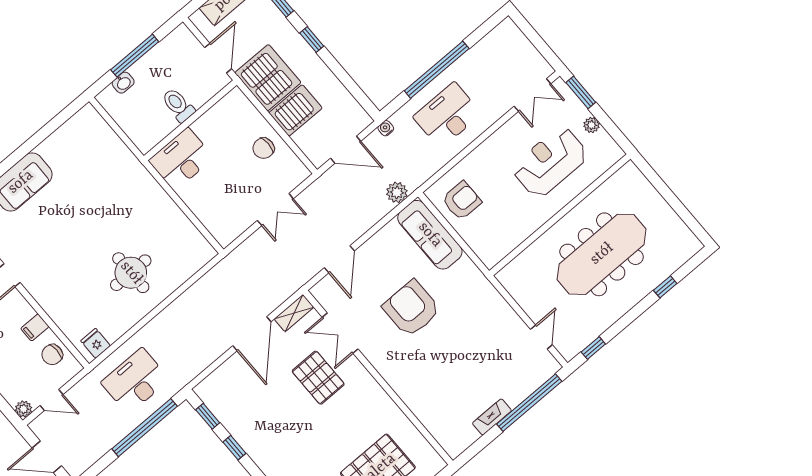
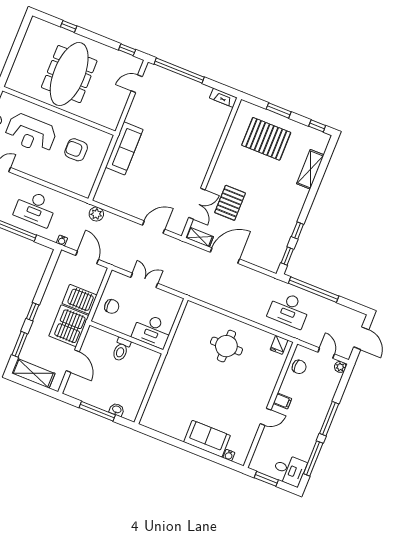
door: (218, 58) -> (73, 361), swing flipped
toilet: (178, 105) -> (121, 349), moved
wall: (190, 120) -> (126, 337), moved
desk: (181, 159) -> (152, 331), moved
armchair: (462, 201) -> (76, 150), moved
sofa: (430, 235) -> (124, 148), moved
meeting table: (602, 254) -> (69, 74), turned 90
armchair: (411, 309) -> (160, 169), removed
filing cabinet: (35, 327) -> (282, 401), moved
fireplace: (492, 417) -> (223, 98), moved

